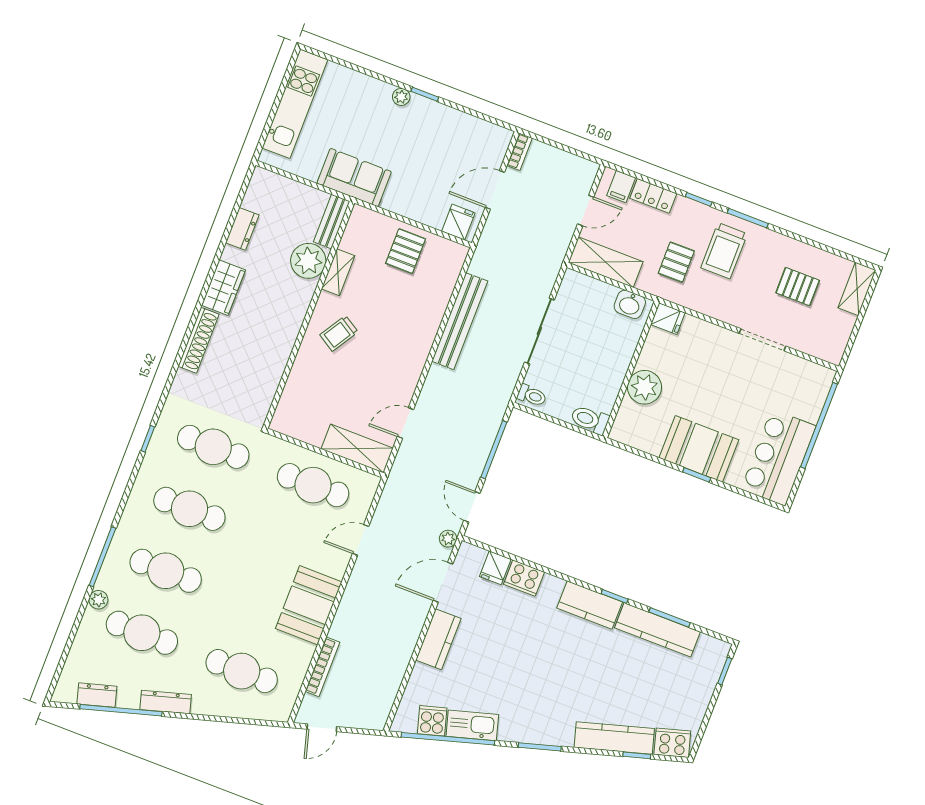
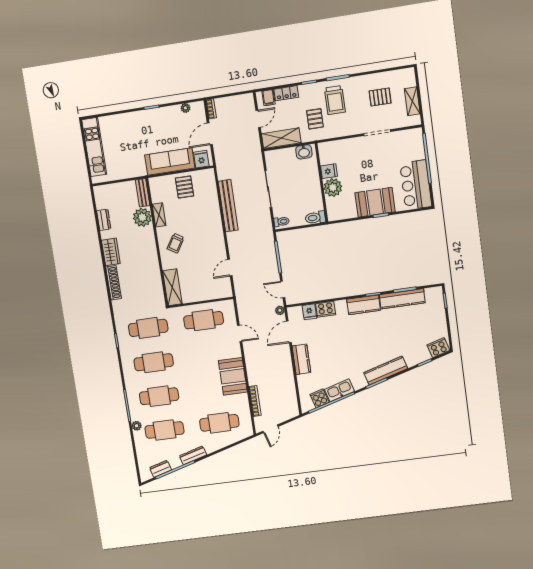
plant: (401, 97) -> (185, 108), moved
sofa: (354, 178) -> (170, 162), moved, width x1.36
shelving: (857, 289) -> (412, 101), moved
fridge: (668, 319) -> (329, 171), moved
shelving: (357, 449) -> (172, 287), moved, turned 90
door: (361, 540) -> (240, 333), swing flipped
kitchen counter: (614, 738) -> (386, 371), moved

